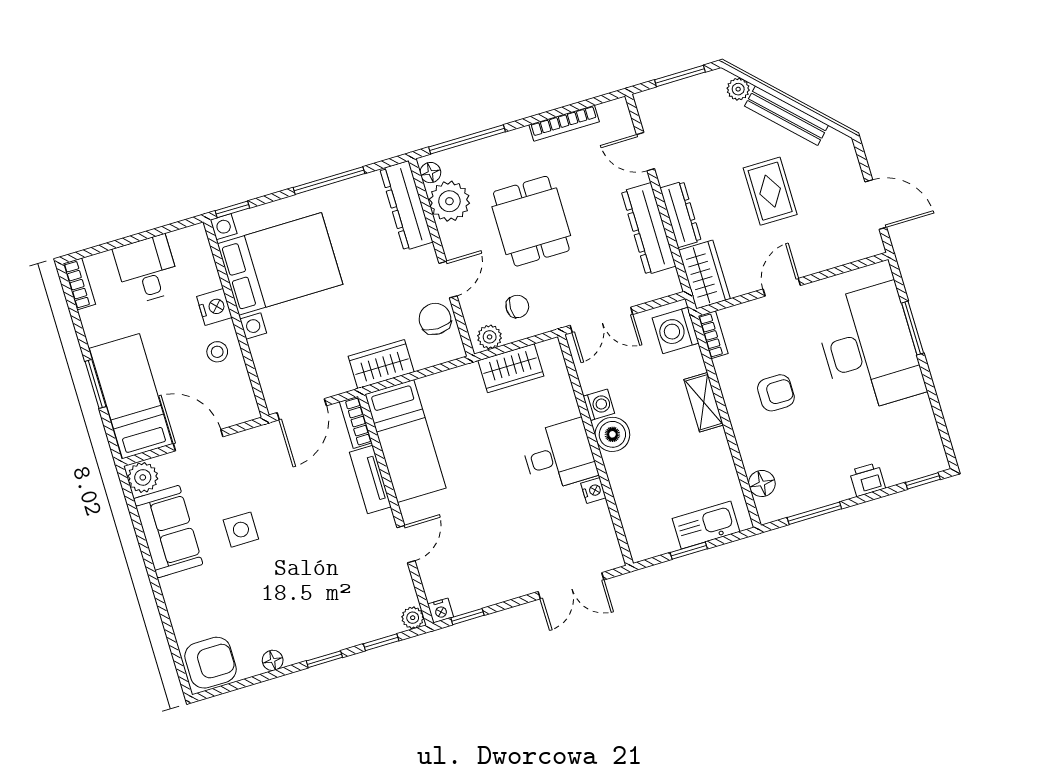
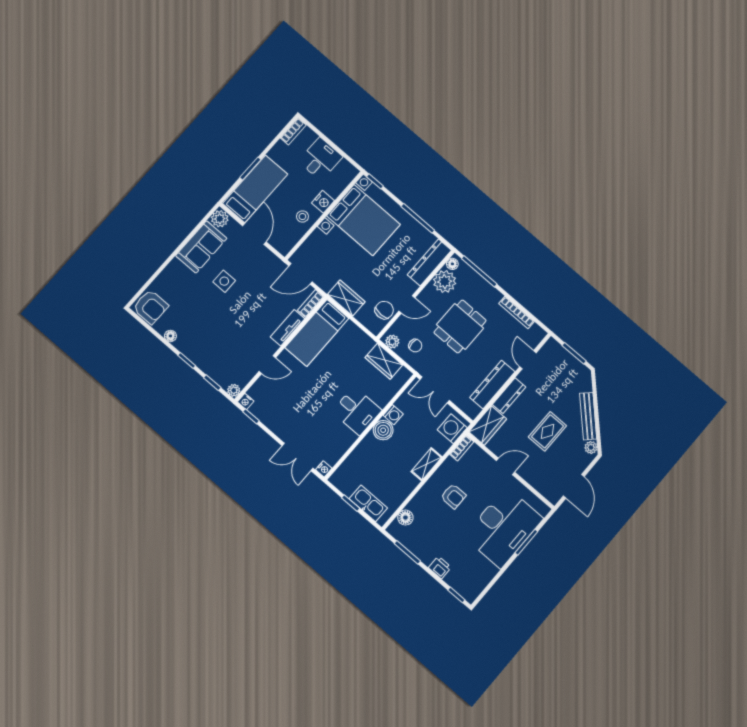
plant: (738, 89) -> (591, 447), moved
nightstand: (593, 491) -> (324, 469), moved

